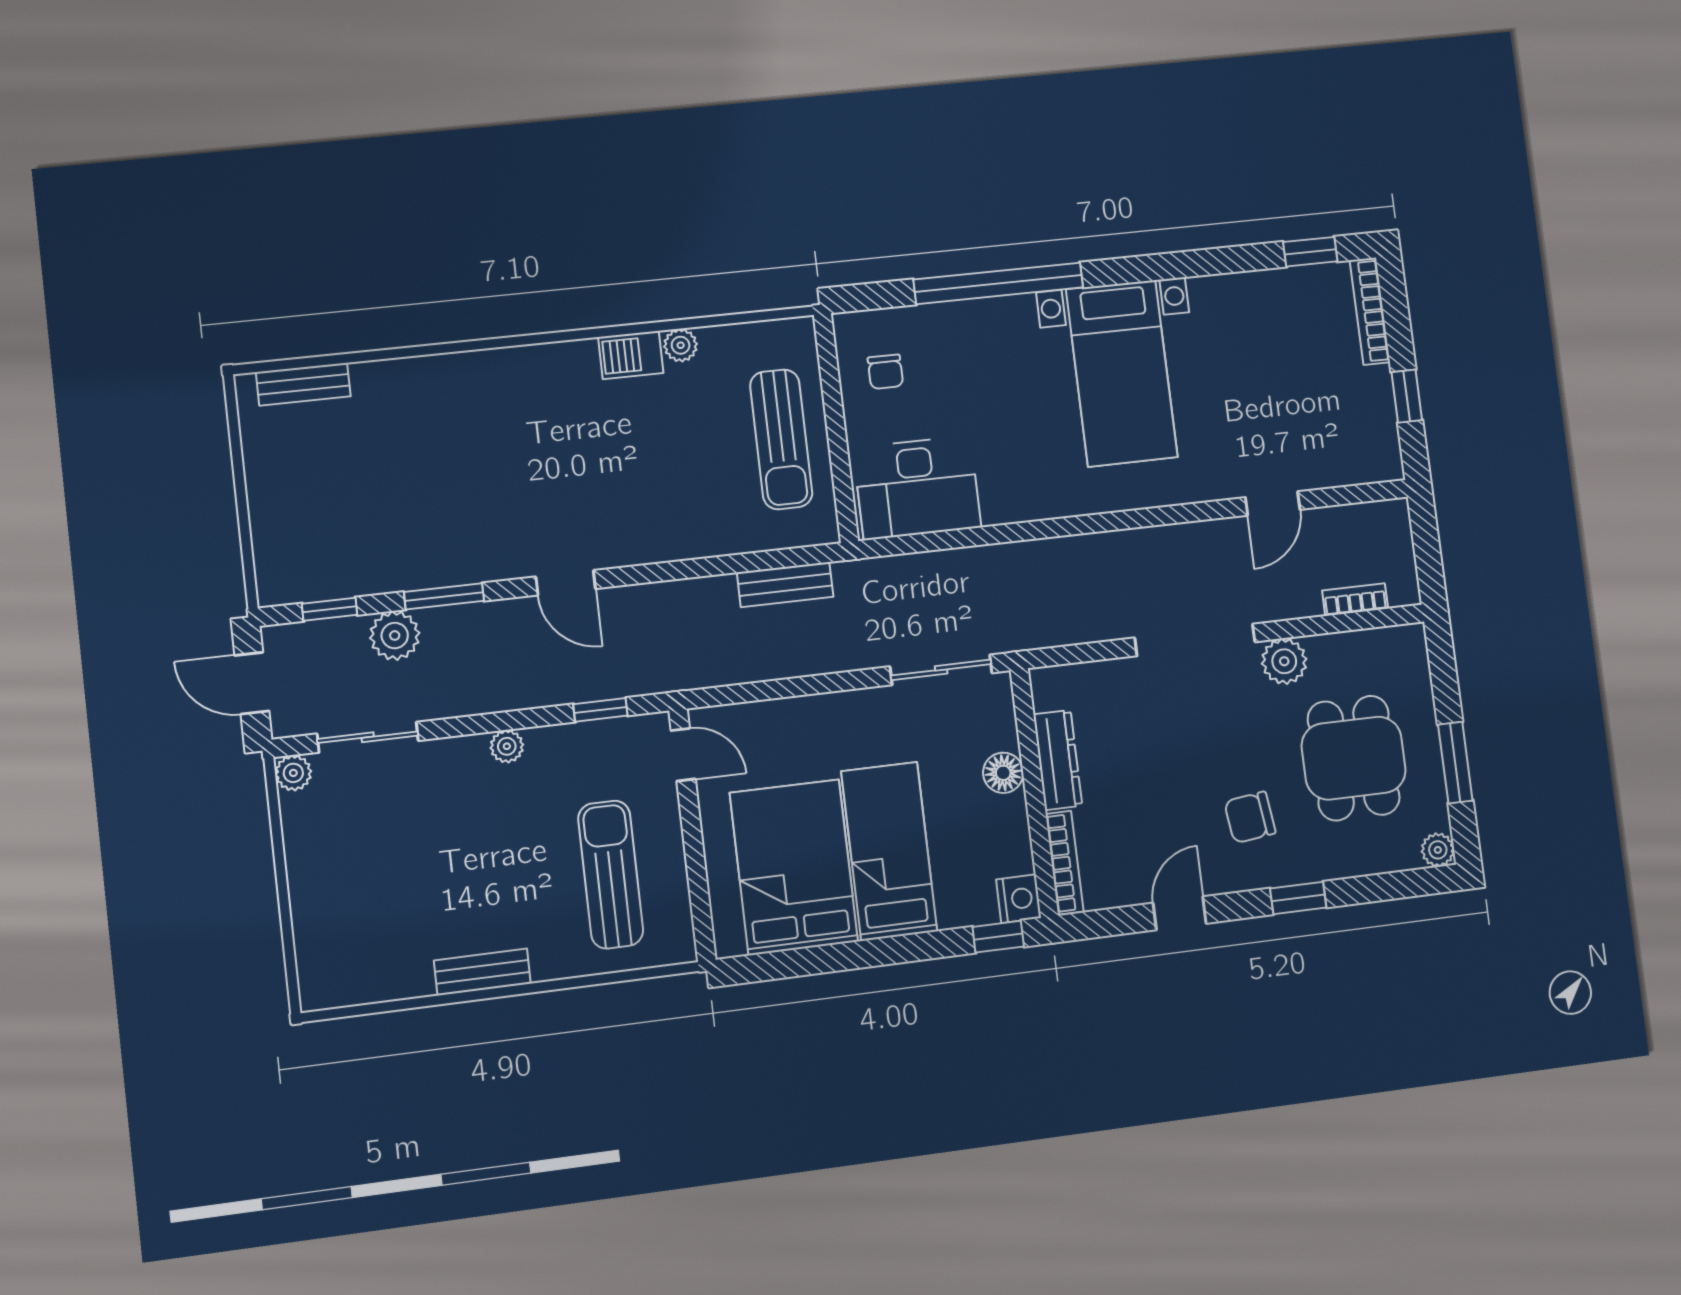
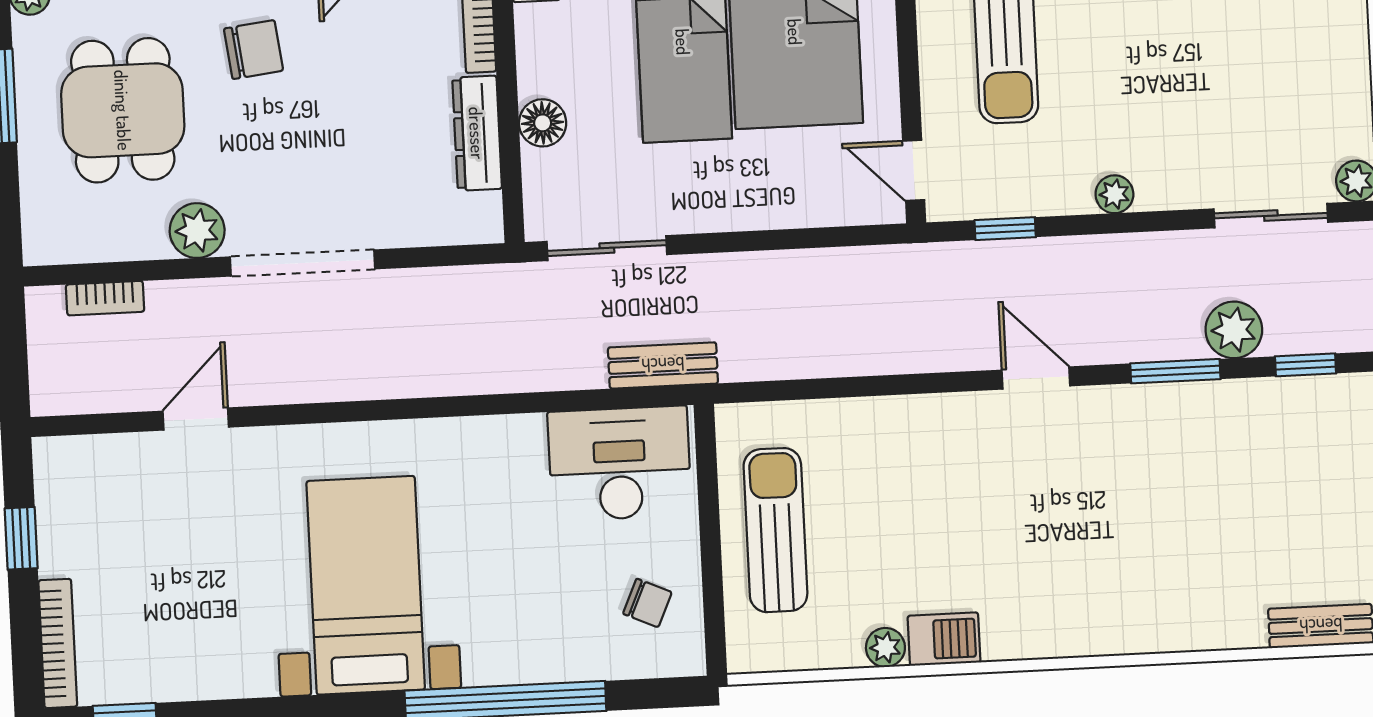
chair: (885, 372) -> (647, 603), turned 114
bench: (785, 585) -> (663, 365), moved

